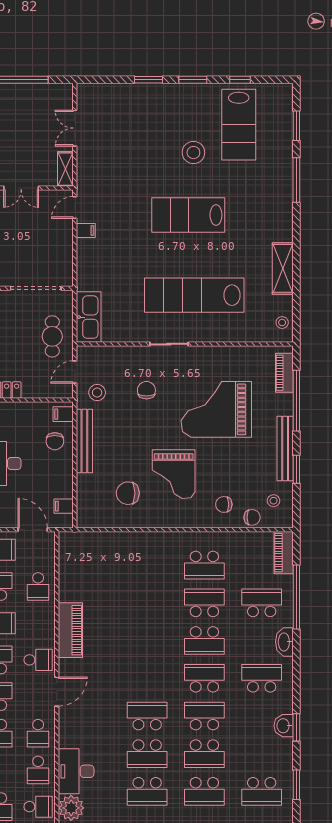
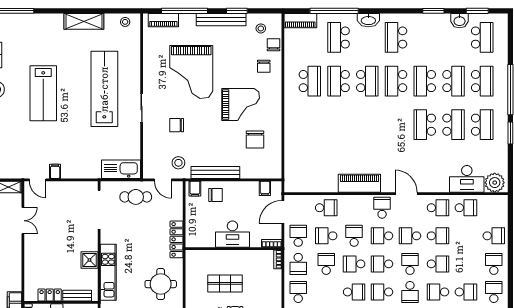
lab bench: (194, 295) -> (104, 89), turned 180
washbasin: (284, 726) -> (460, 21), moved
school desk: (38, 807) -> (494, 208), removed

